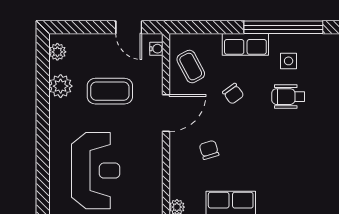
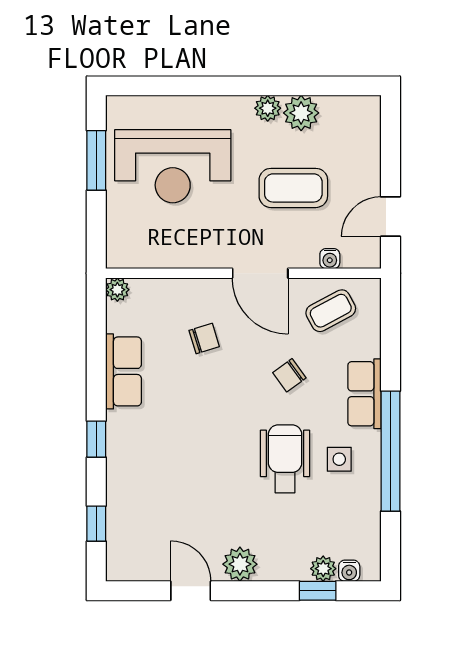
water cooler: (156, 49) -> (330, 259), moved
plant: (57, 52) -> (268, 108), moved
coffee table: (110, 91) -> (293, 188), turned 90
wheelchair: (288, 97) -> (285, 459), width x1.36, depth x1.37

